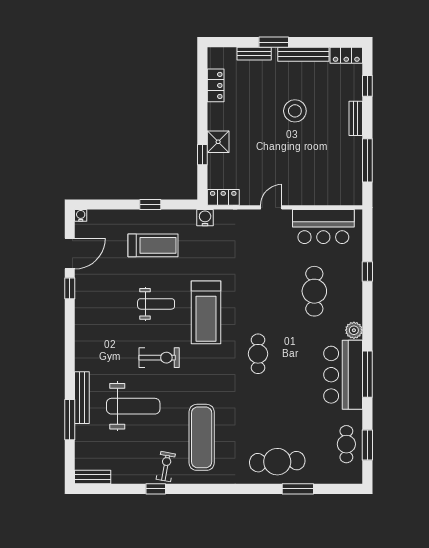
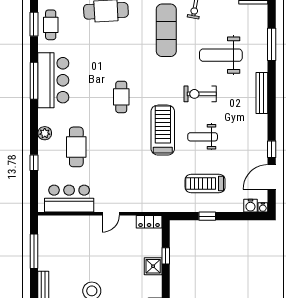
water cooler: (205, 218) -> (250, 206), moved
plant: (354, 330) -> (45, 133), moved
bench: (82, 398) -> (262, 93), moved

